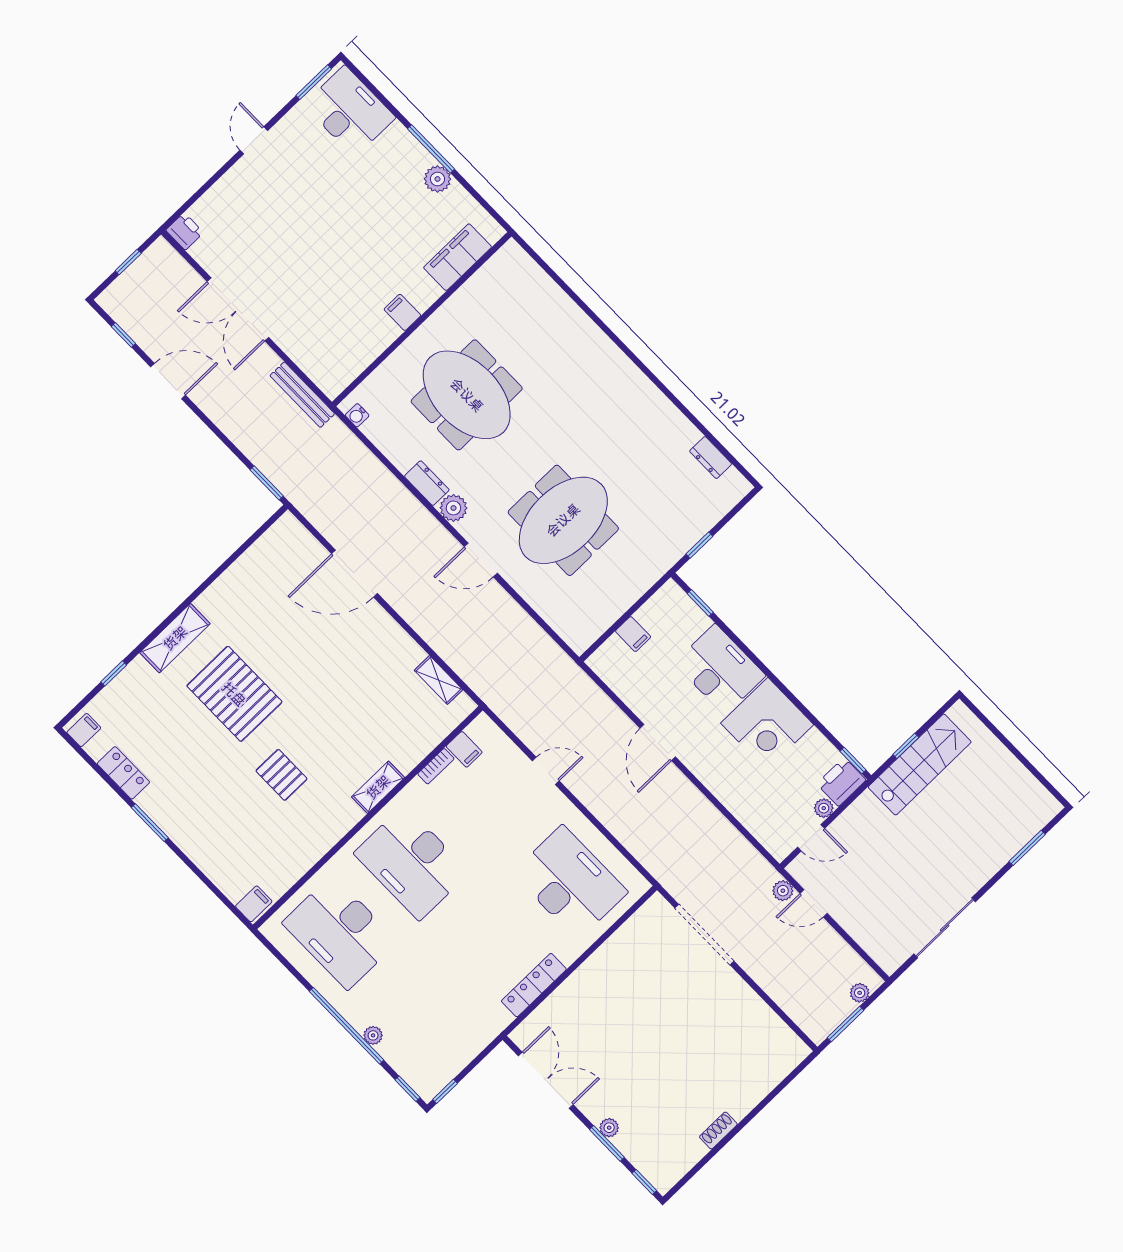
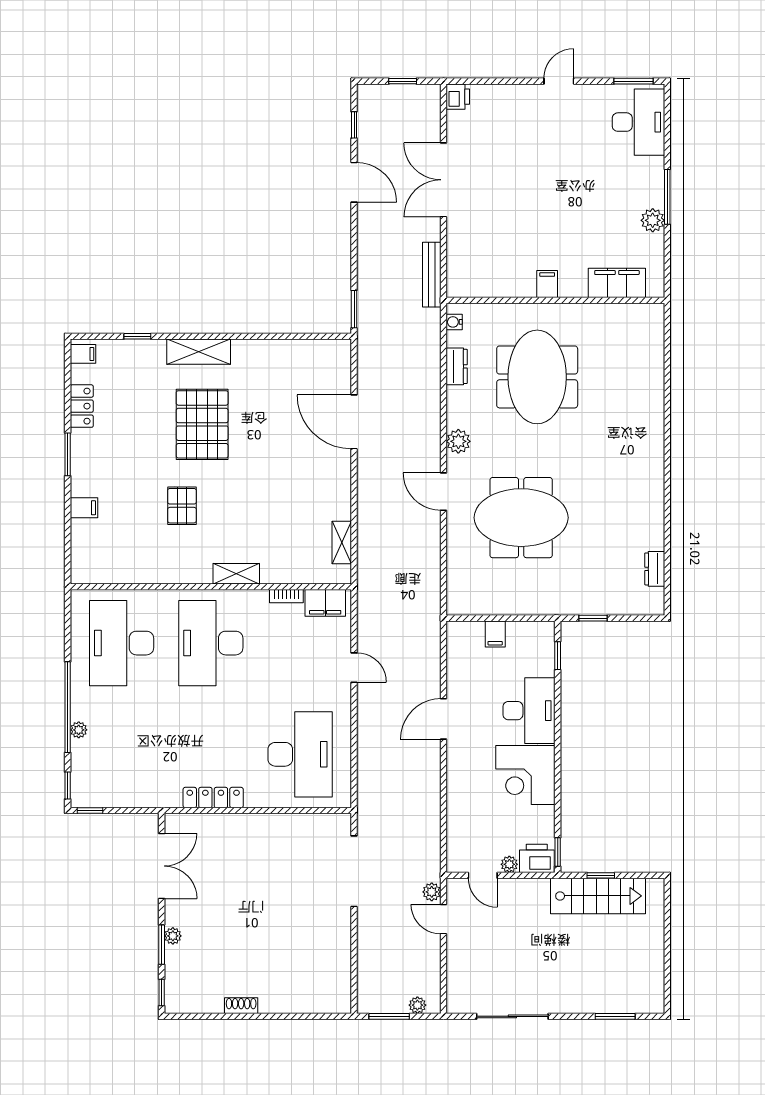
dresser: (427, 483) -> (457, 366), moved
filing cabinet: (464, 749) -> (325, 603), width x2.00
filing cabinet: (254, 904) -> (84, 508), moved

